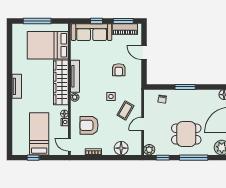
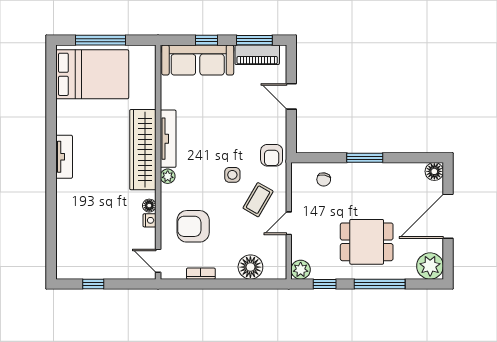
bed: (48, 45) -> (92, 74), moved, turned 180
armchair: (119, 70) -> (272, 155), moved
bed: (39, 134) -> (104, 242), removed

